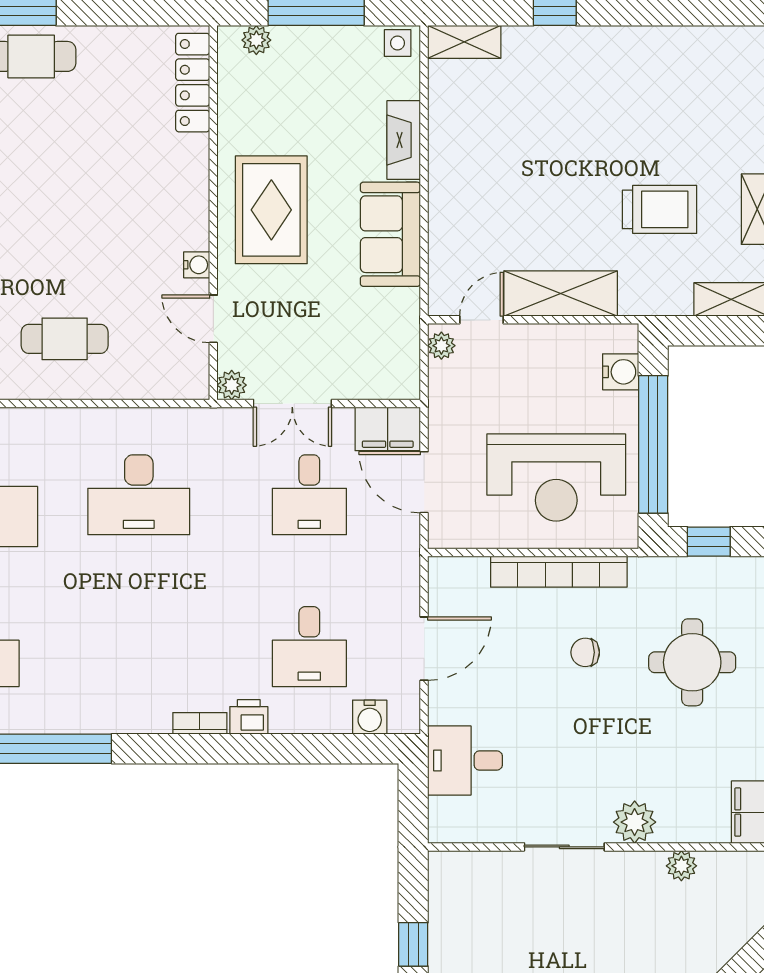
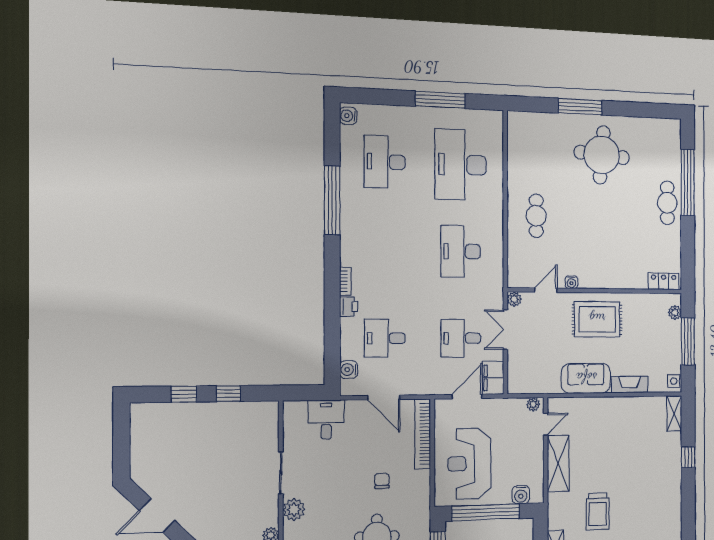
locker: (193, 83) -> (664, 281), width x0.66
door: (481, 320) -> (546, 424), hinge flipped
bookcase: (559, 572) -> (423, 434), moved

